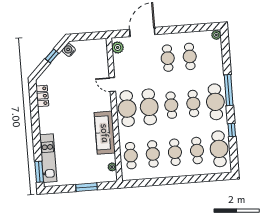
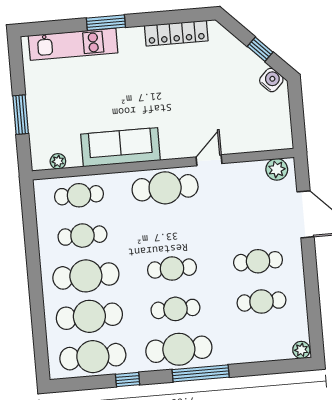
locker: (42, 96) -> (176, 33), width x1.53
cafe table: (149, 107) -> (169, 228), removed
cafe table: (197, 151) -> (89, 316), width x1.37, depth x1.35
cafe table: (175, 152) -> (86, 276), width x1.37, depth x1.35
window: (39, 172) -> (106, 23), moved

